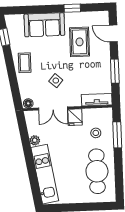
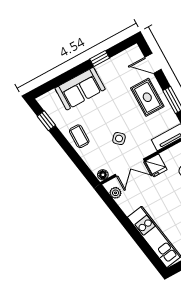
rug: (80, 42) -> (147, 97), moved
plant: (35, 140) -> (115, 193), moved

